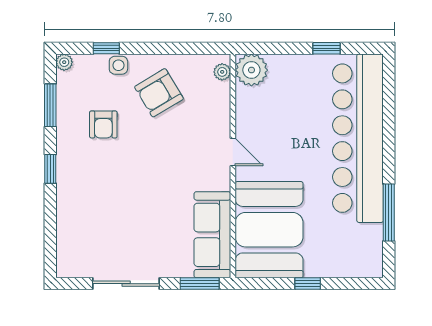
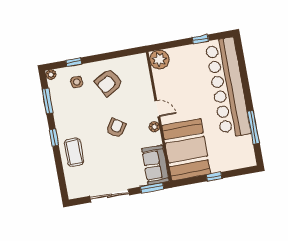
side table: (118, 65) -> (77, 82), moved
plant: (222, 72) -> (154, 127), moved
armchair: (103, 124) -> (116, 128), moved, turned -147
coffee table: (79, 200) -> (74, 152), added
sofa: (212, 235) -> (155, 165), width x0.73

